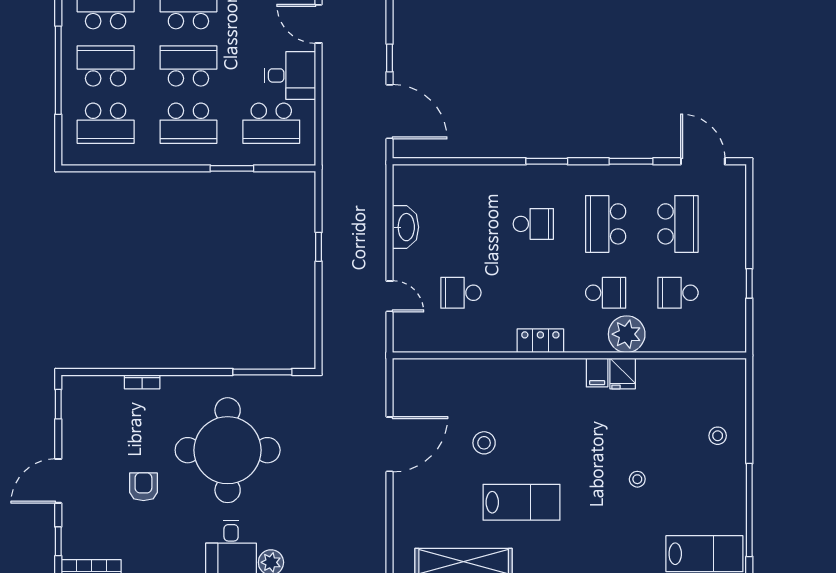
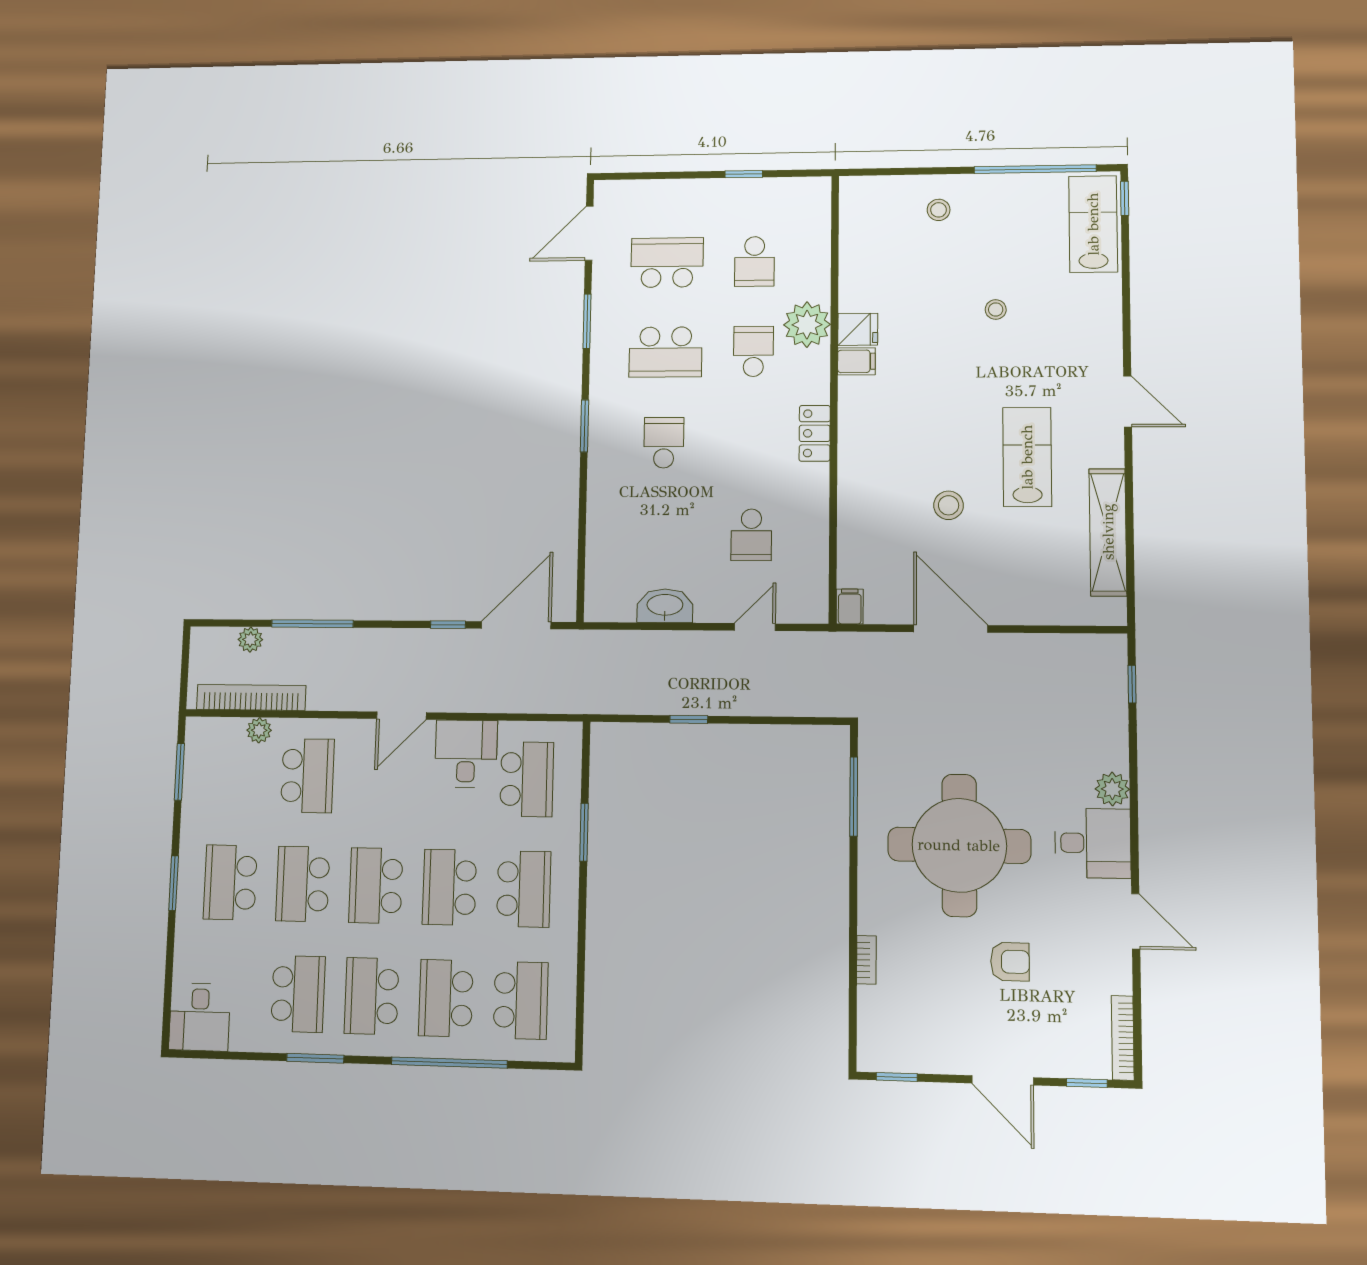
filing cabinet: (406, 368) -> (850, 606), added
armchair: (143, 487) -> (1010, 962), turned 180

